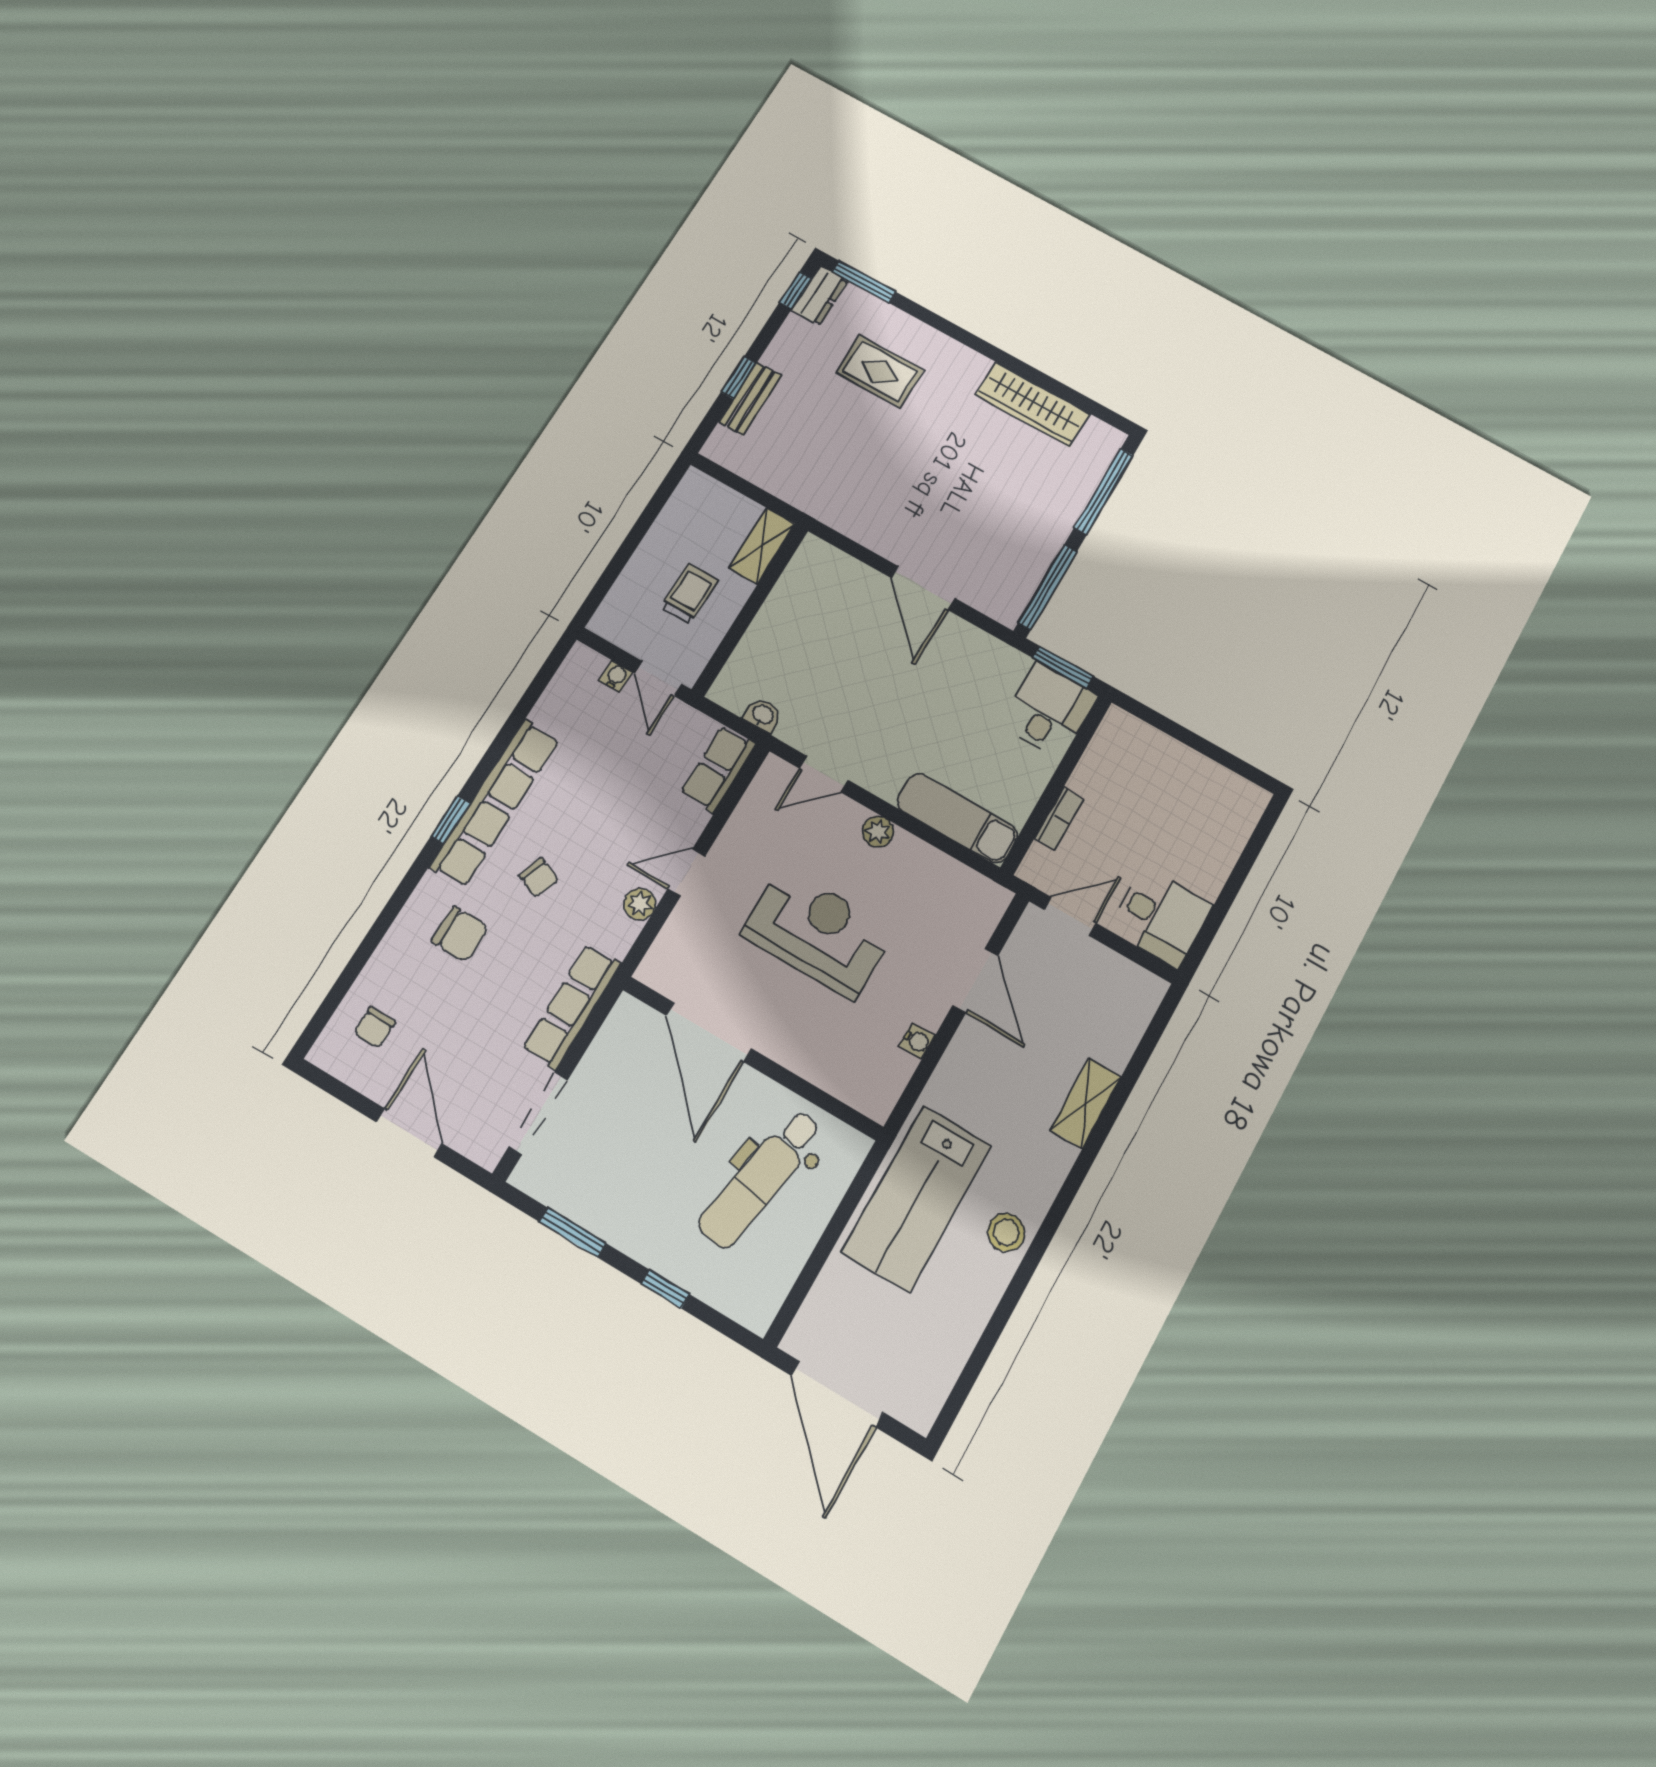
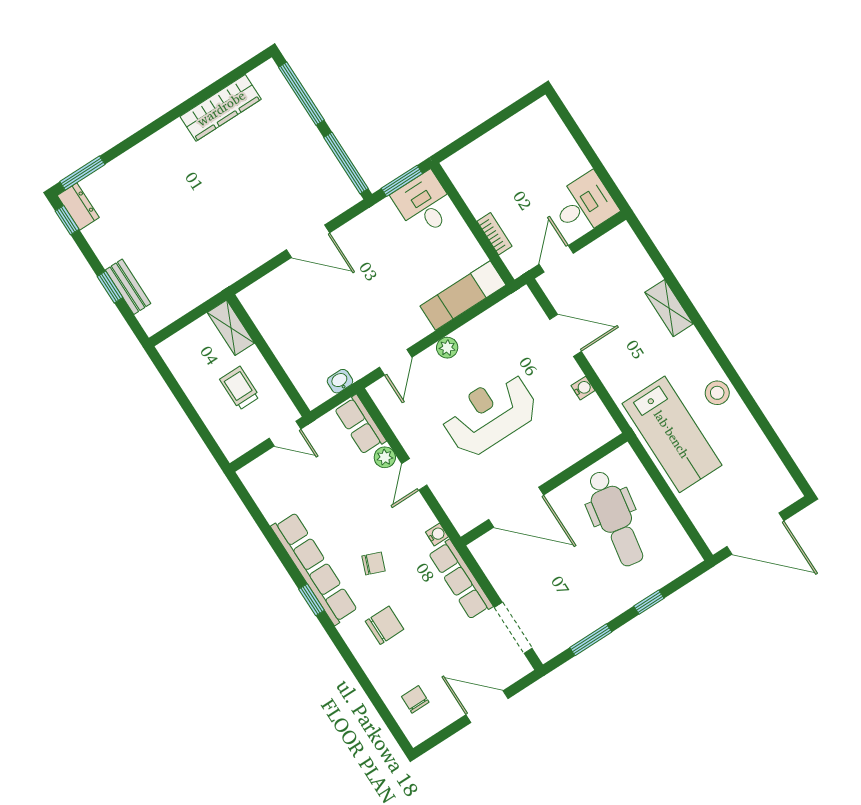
rug: (880, 371) -> (150, 194), removed
water cooler: (616, 676) -> (437, 534), moved, turned 90
plant: (640, 904) -> (385, 457), moved
chair: (375, 1027) -> (415, 699), turned 180

